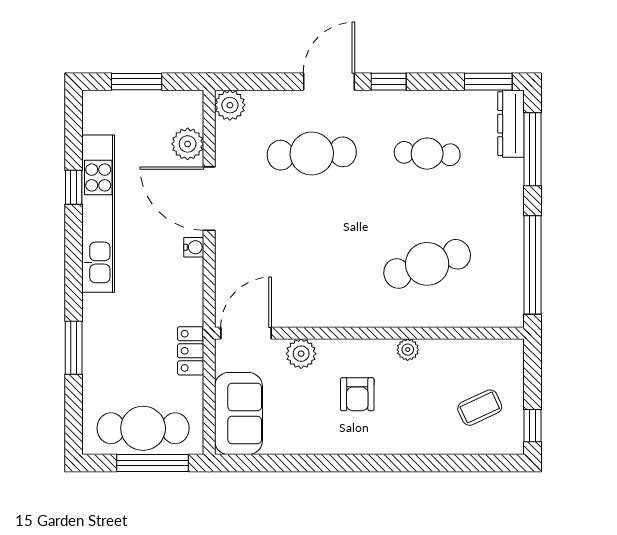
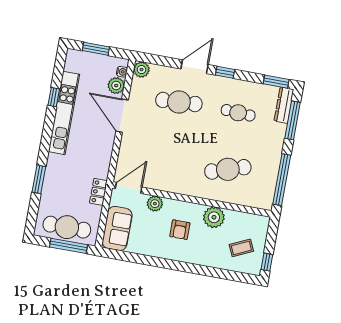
water cooler: (194, 247) -> (122, 72), moved
plant: (408, 350) -> (214, 217), width x1.88, depth x1.88

